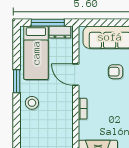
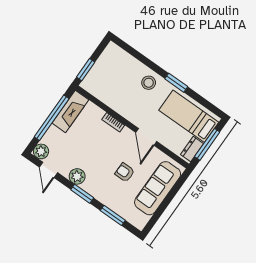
armchair: (116, 72) -> (125, 172), turned -90
door: (76, 75) -> (146, 137), swing flipped

